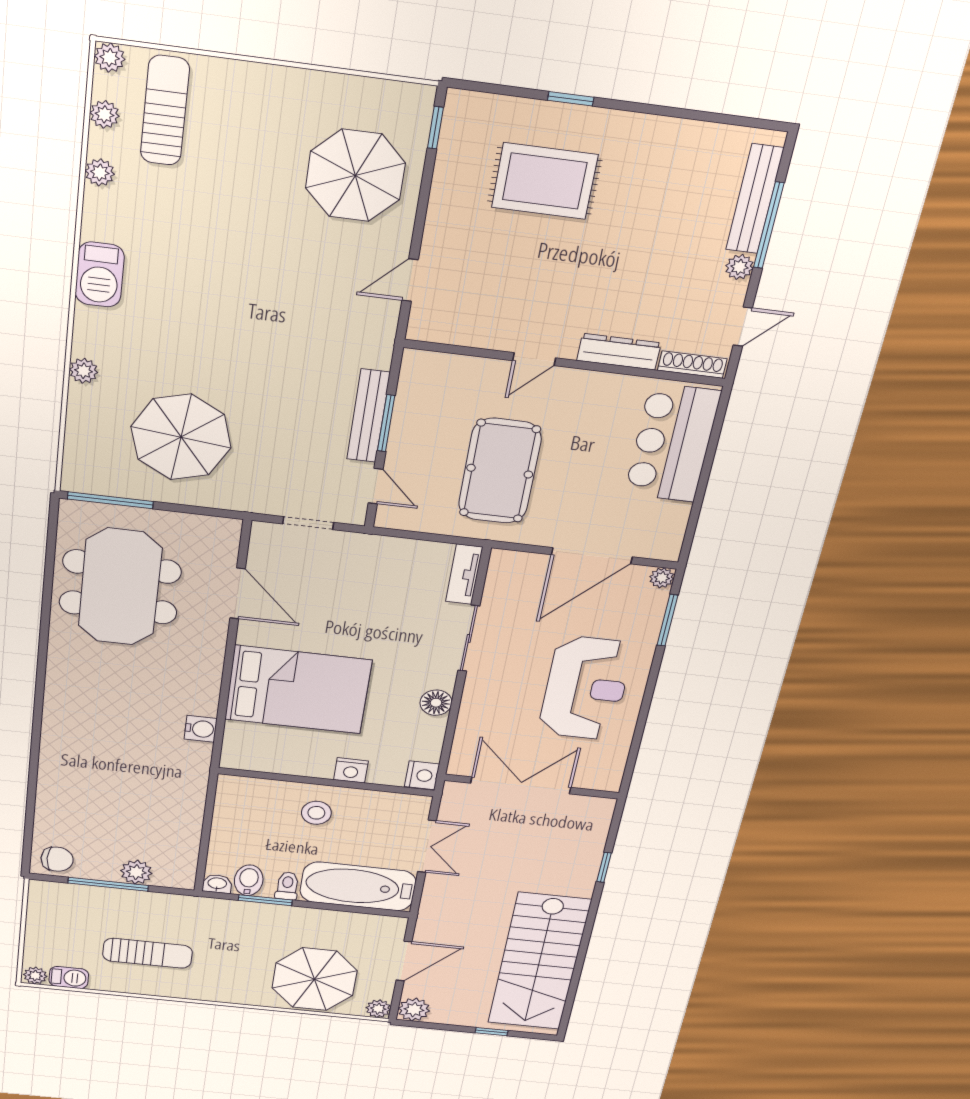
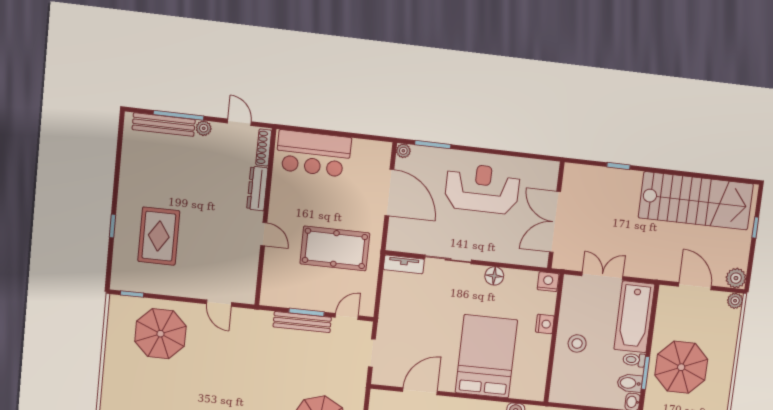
parasol: (314, 979) -> (681, 367), moved

